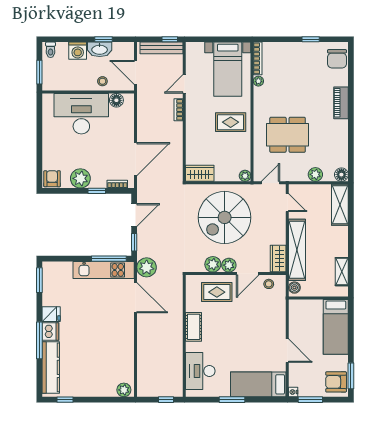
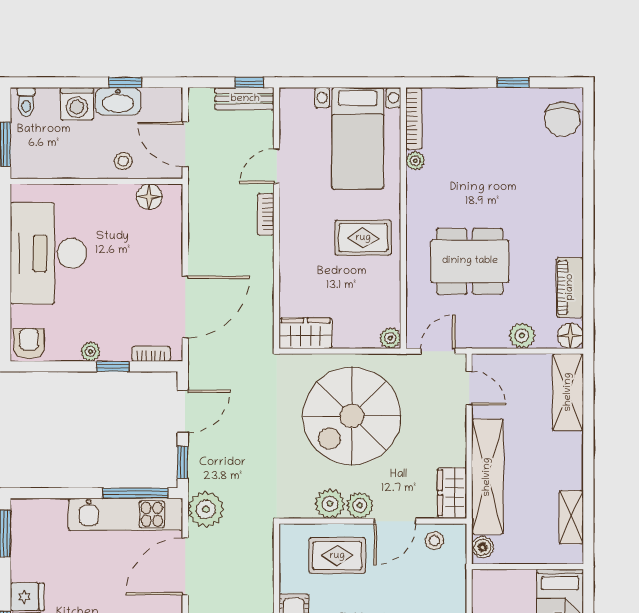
bench: (162, 48) -> (245, 99), width x0.73
piano: (341, 103) -> (570, 287), moved
desk: (81, 114) -> (48, 253), moved, turned -90
plant: (80, 178) -> (91, 352), width x0.53, depth x0.53
door: (136, 298) -> (185, 566), swing flipped

